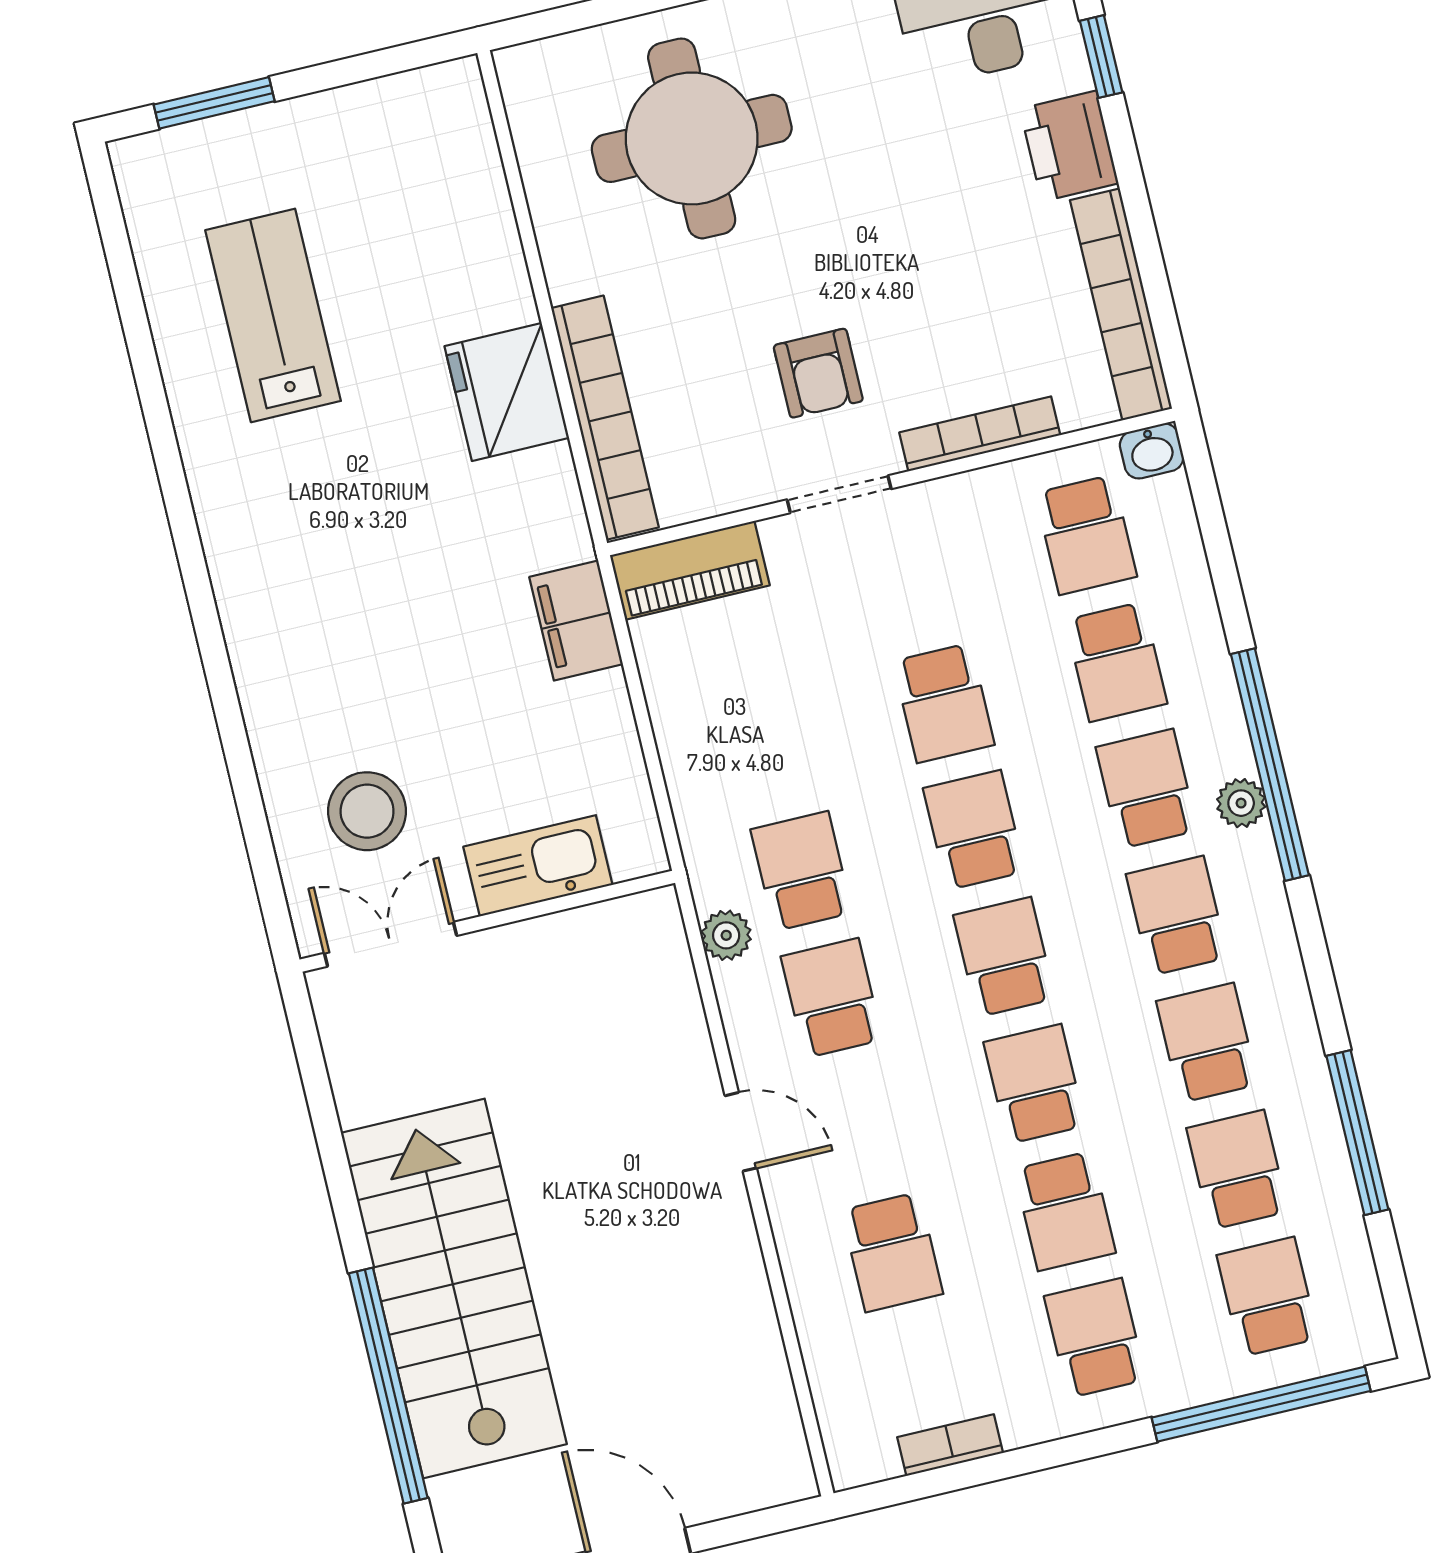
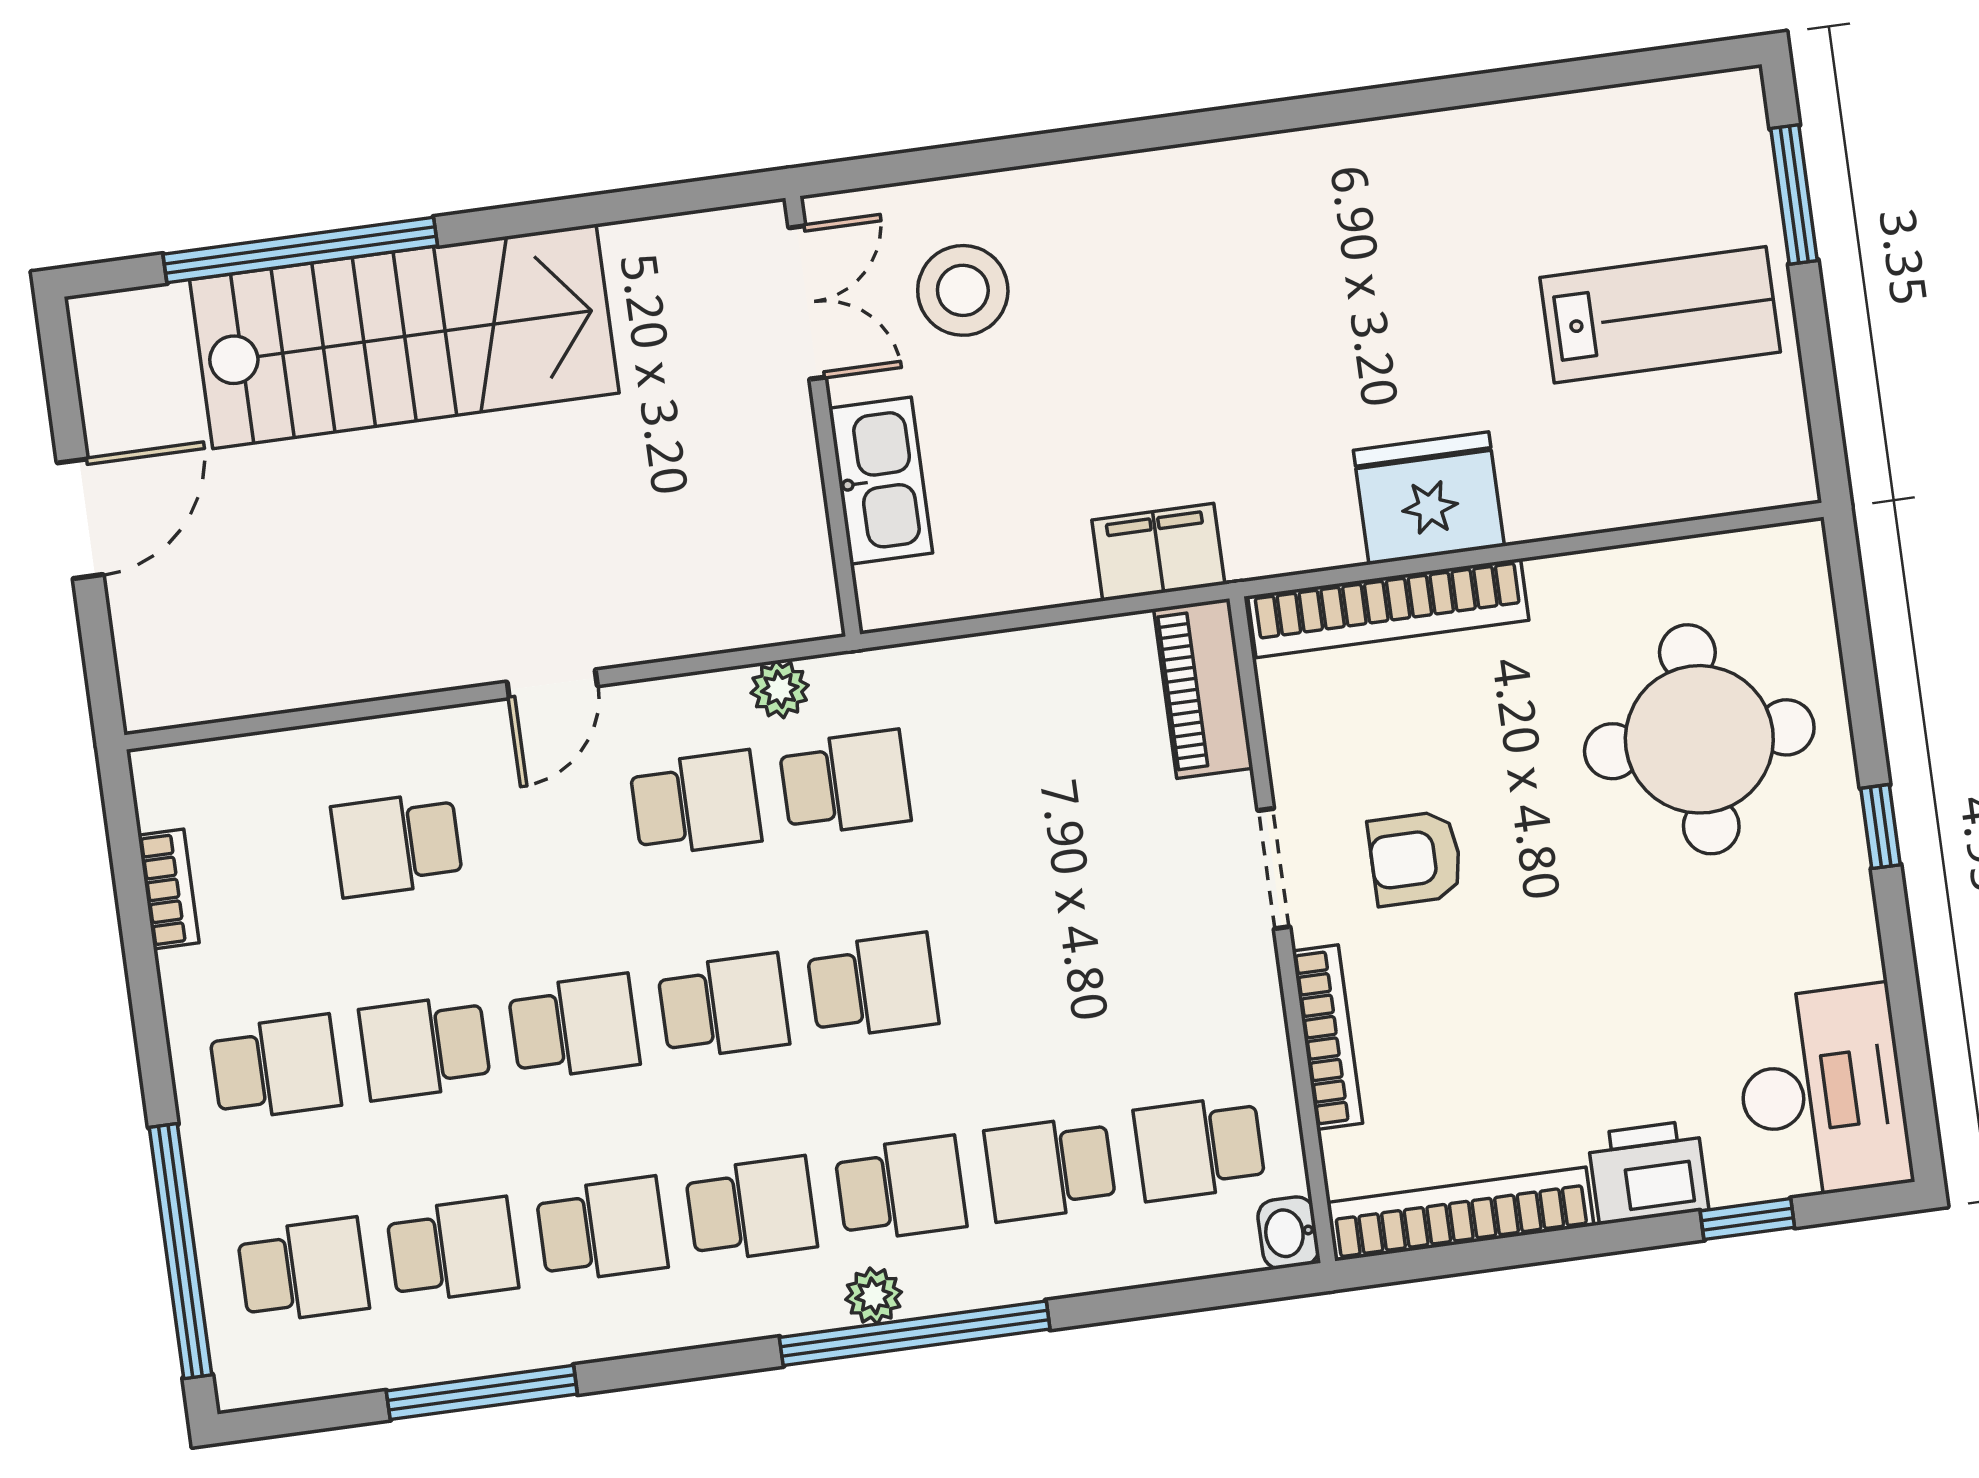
lab bench: (273, 315) -> (1660, 315), moved
school desk: (944, 703) -> (1022, 965), removed

